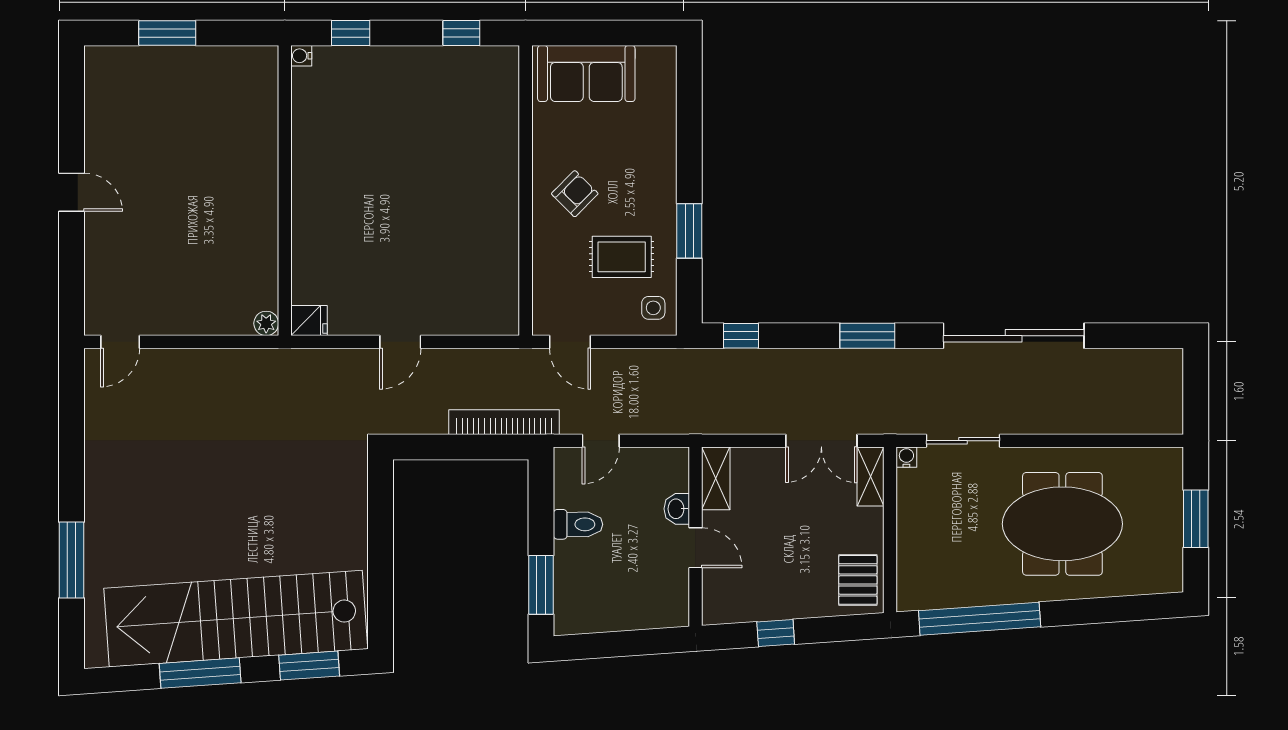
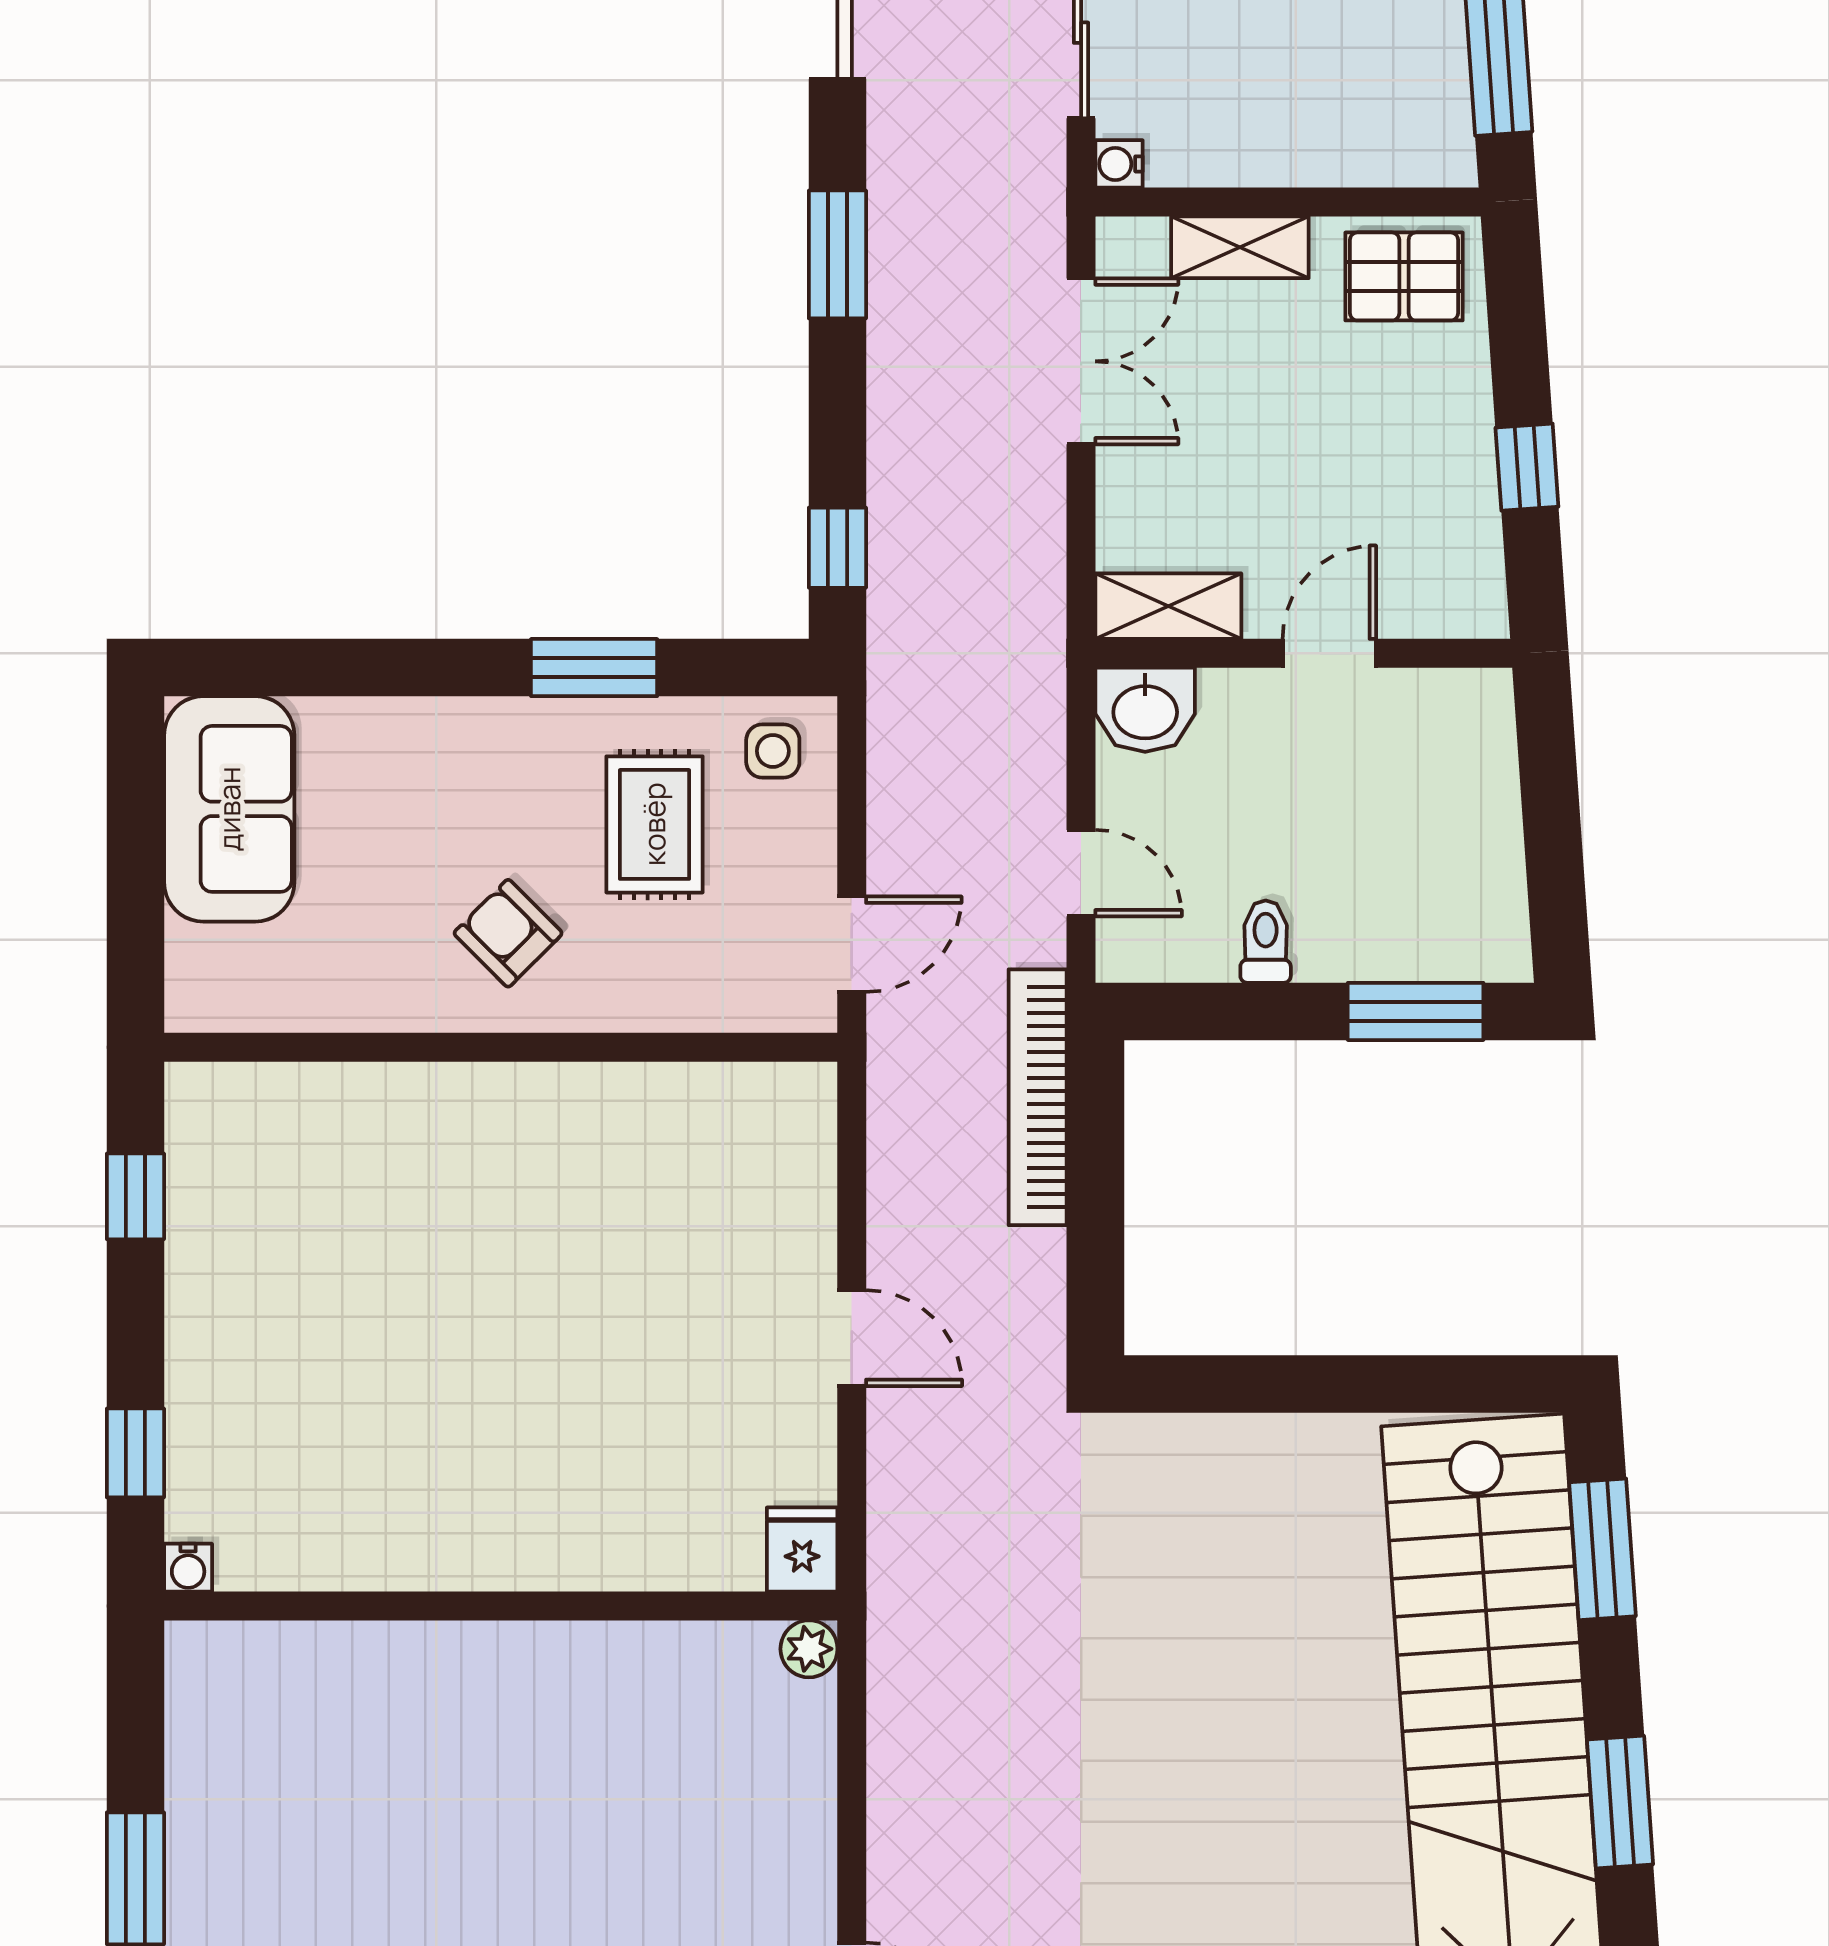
sofa: (586, 73) -> (229, 809), moved
shelving: (871, 477) -> (1240, 247), moved
washbasin: (677, 509) -> (1145, 710), moved, width x1.38, depth x1.45
toilet: (578, 524) -> (1266, 942), width x0.73, depth x0.72
window: (200, 673) -> (1620, 1802), width x0.69

